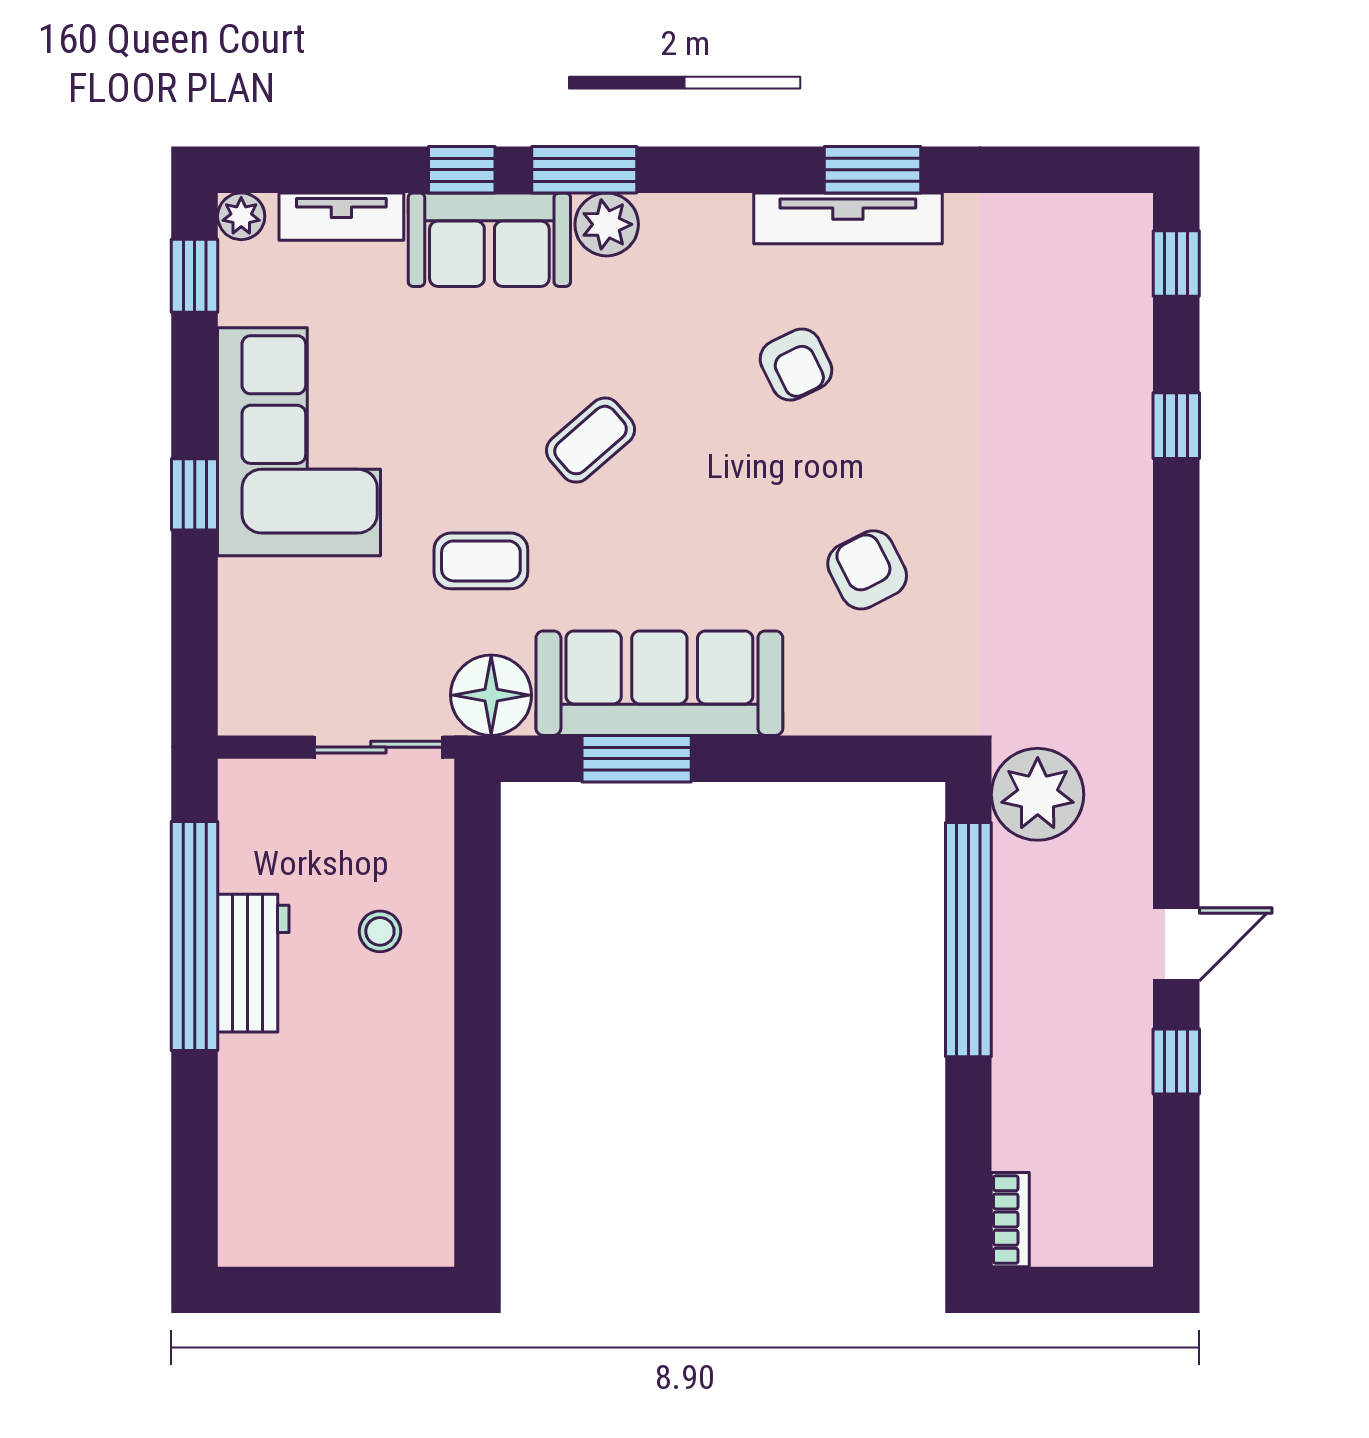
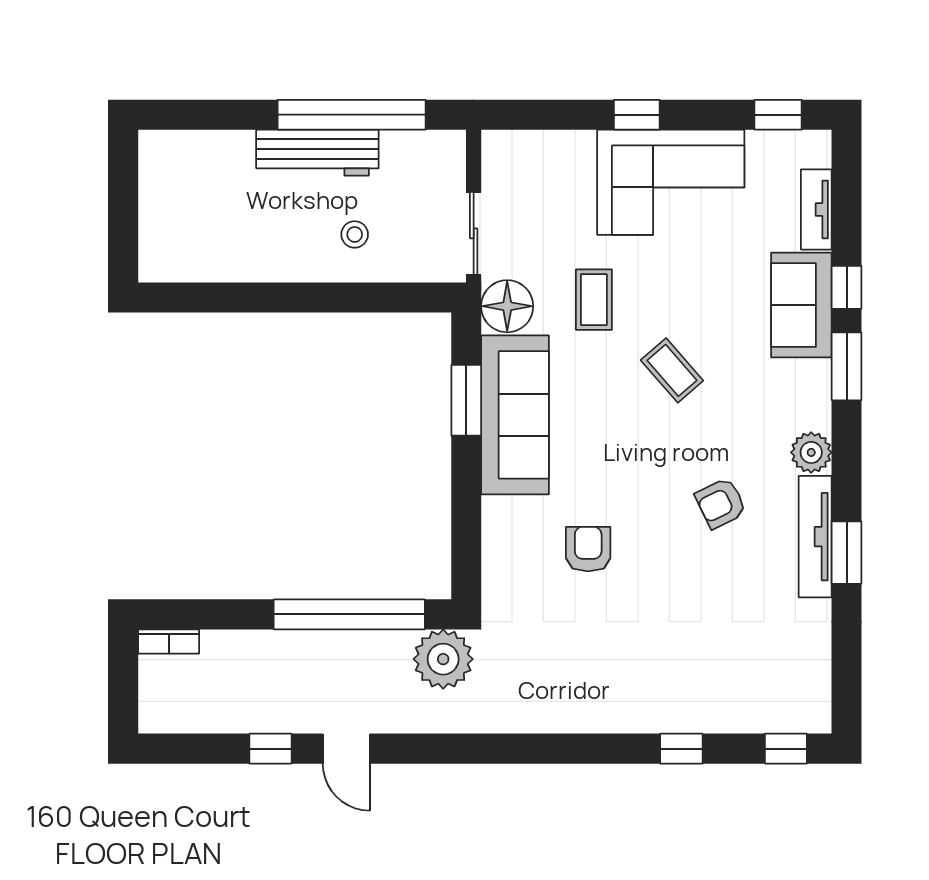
plant: (241, 216) -> (816, 145), removed
plant: (607, 224) -> (811, 452), moved
armchair: (867, 570) -> (588, 549), turned -63
workbench: (253, 963) -> (317, 153), width x1.38

